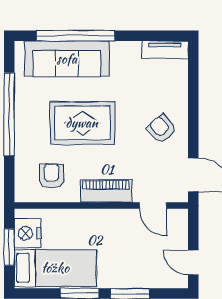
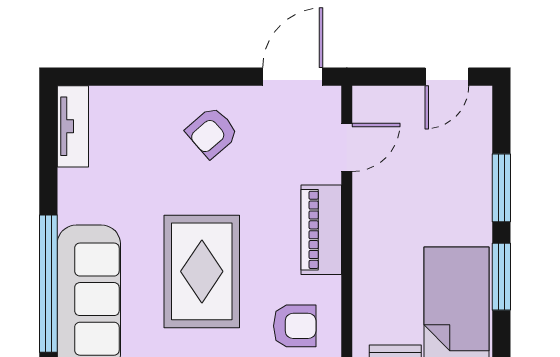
armchair: (51, 176) -> (295, 326), turned 180

